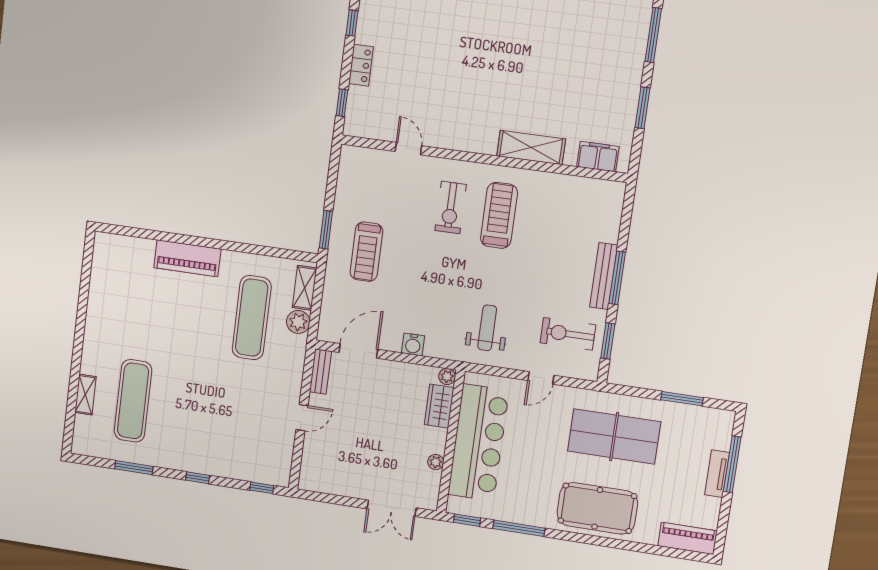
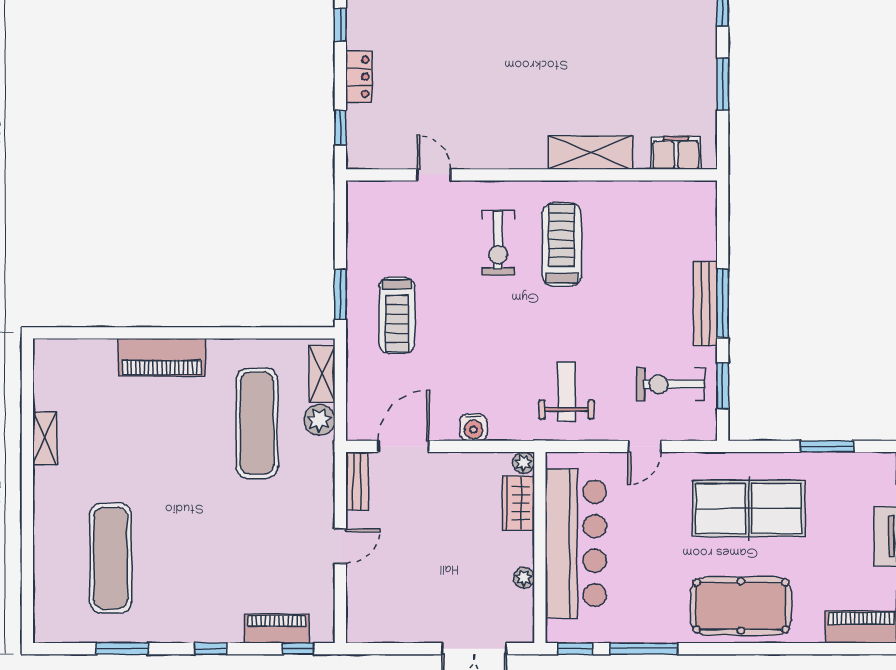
shelving: (85, 395) -> (45, 438), moved
piano: (248, 471) -> (277, 629), added

